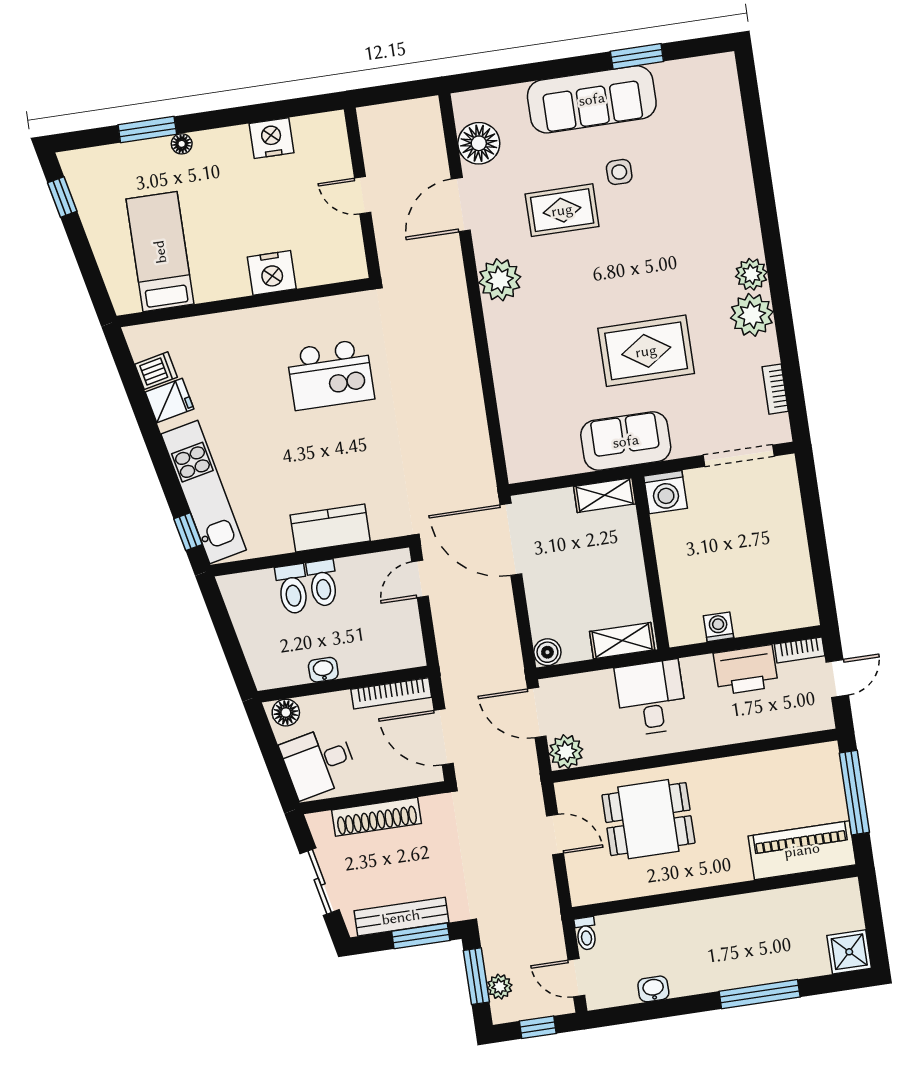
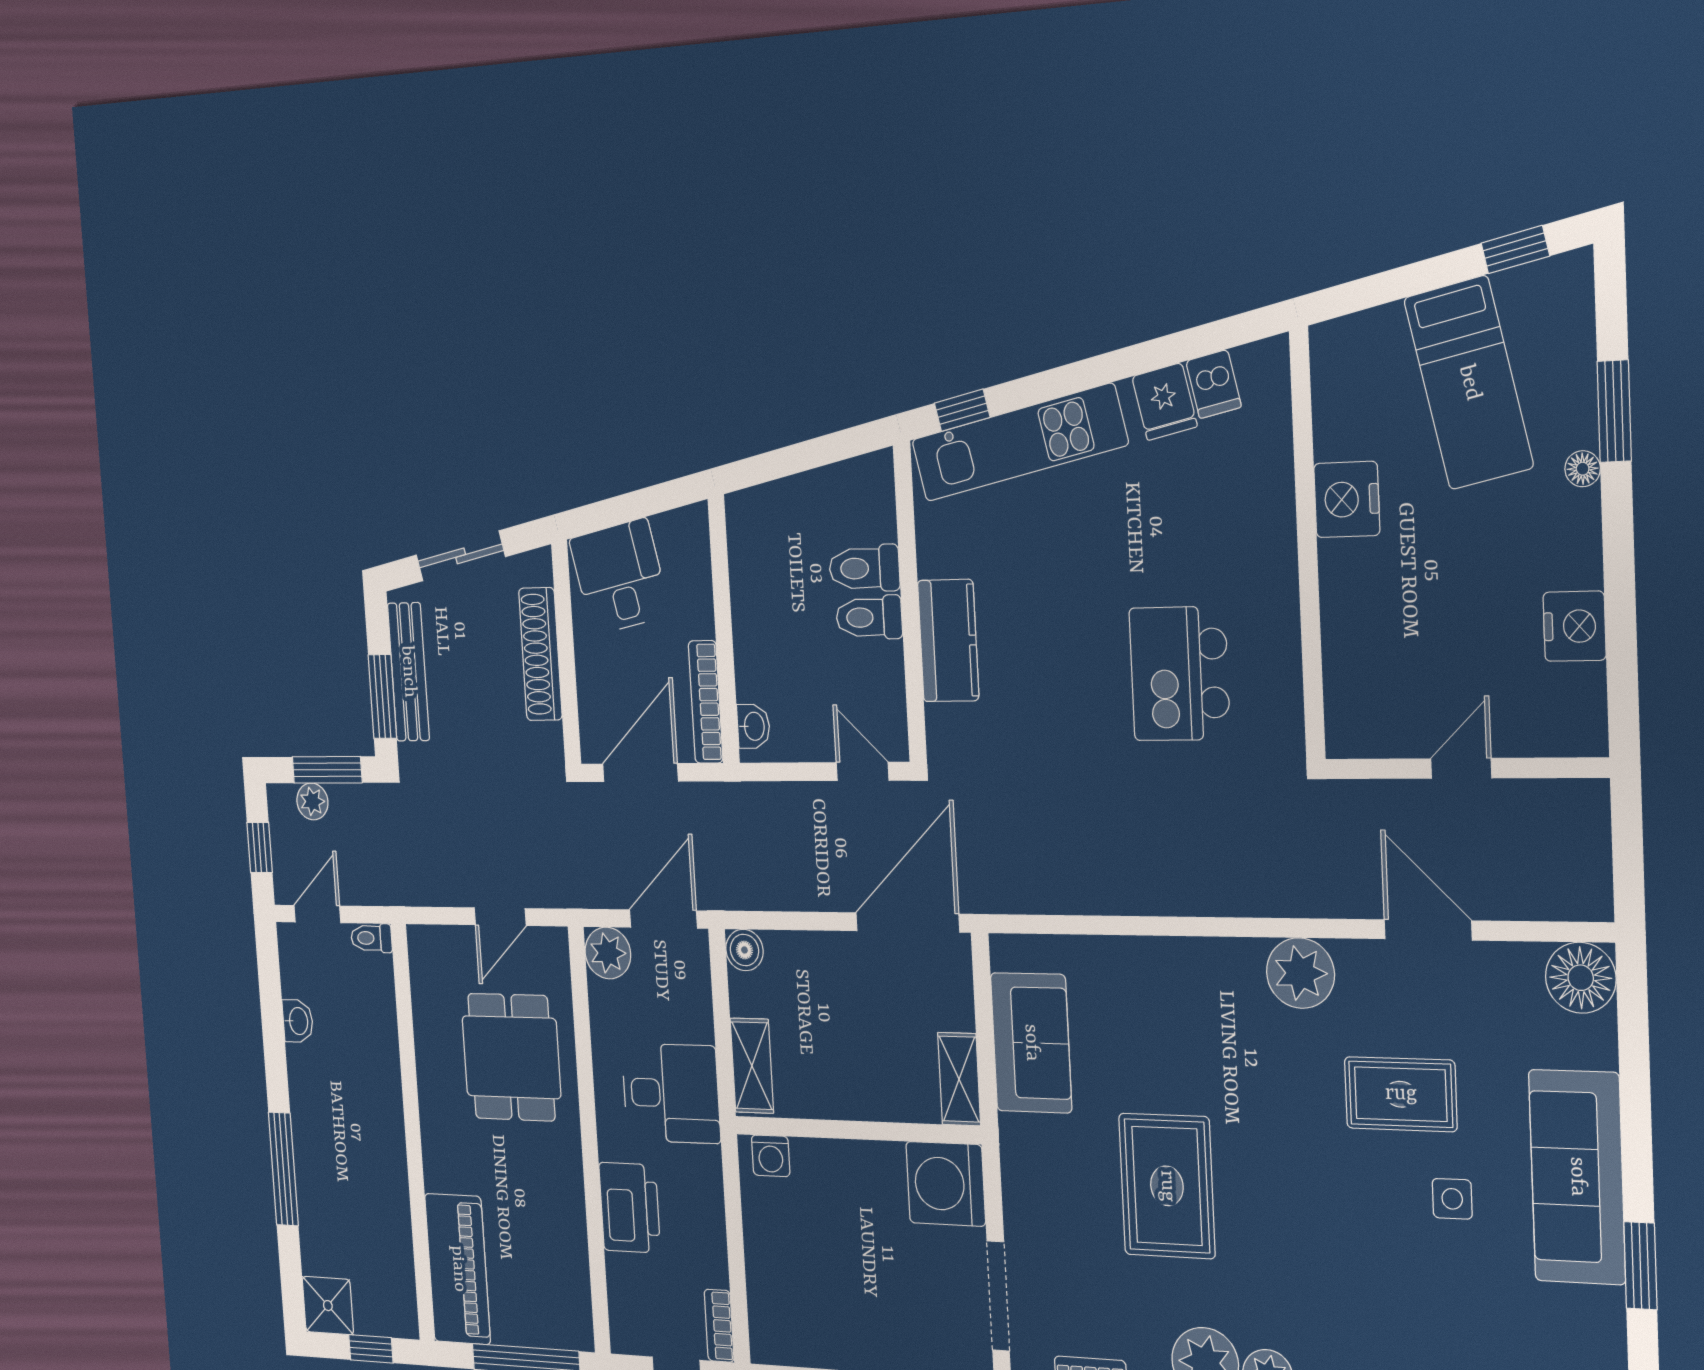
floor lamp: (479, 143) -> (1581, 978), moved
rug: (562, 210) -> (1401, 1094), turned 90
bed: (160, 252) -> (1469, 383), moved, turned 78
nightstand: (272, 273) -> (1347, 499), moved
sofa: (626, 441) -> (1031, 1043), moved
washing machine: (665, 492) -> (946, 1184), width x1.37, depth x1.37
washing machine: (718, 627) -> (771, 1156), moved, turned 90
washbasin: (323, 670) -> (753, 726), moved
printer: (746, 670) -> (630, 1208), moved, turned 180
floor lamp: (286, 713) -> (691, 535), removed
window: (873, 915) -> (371, 1349), added

